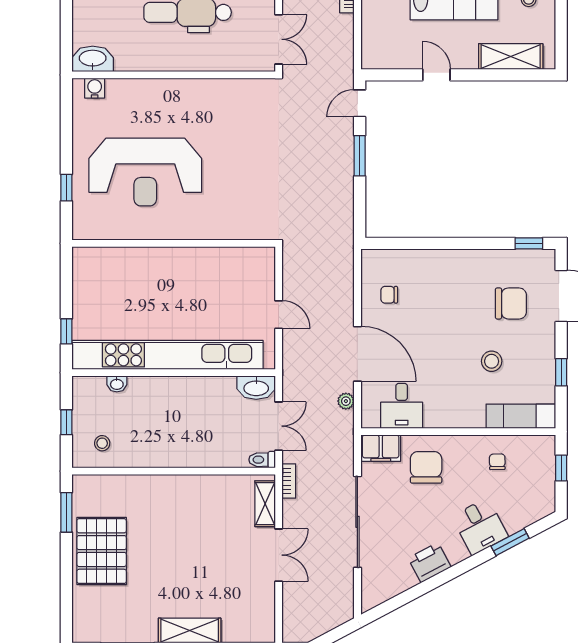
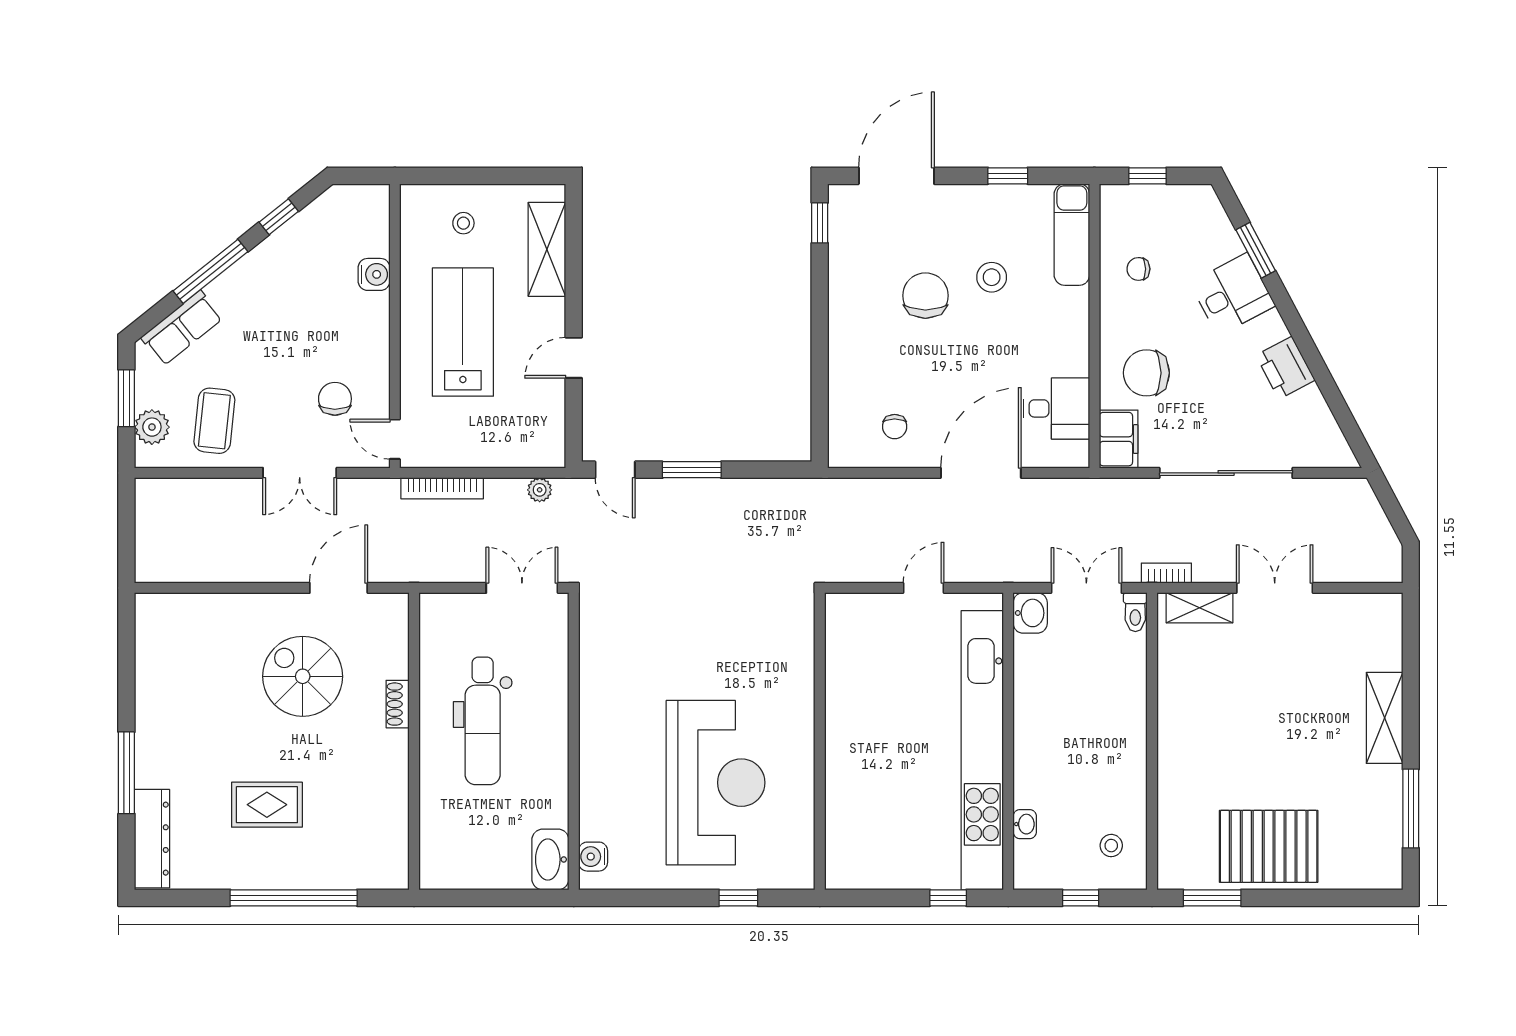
chair: (511, 303) -> (925, 296), moved
washbasin: (256, 388) -> (1030, 613), width x0.72
plant: (346, 401) -> (540, 490), moved

